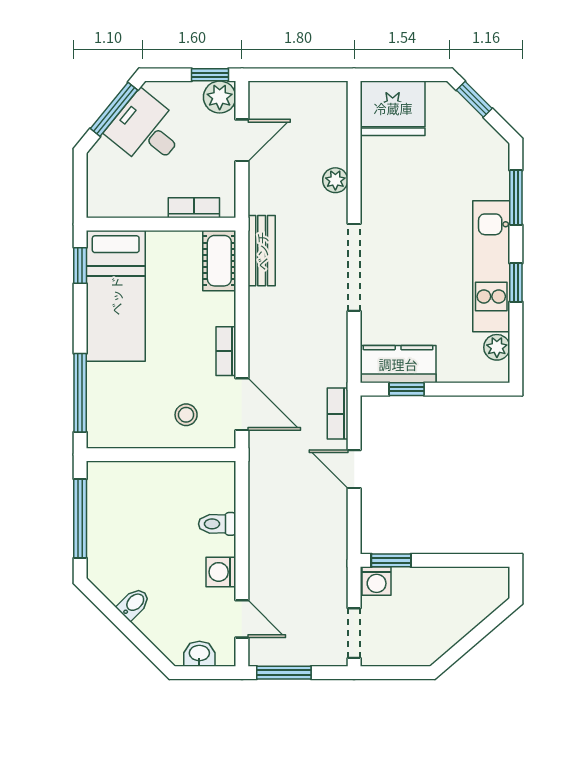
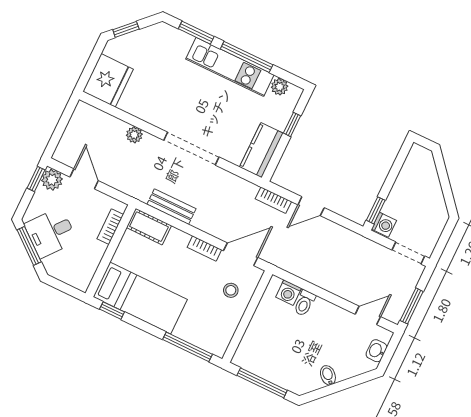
bench: (262, 251) -> (171, 207), moved
window: (516, 283) -> (247, 57), width x2.17
window: (407, 389) -> (292, 124), moved
washing machine: (221, 572) -> (289, 293), moved

